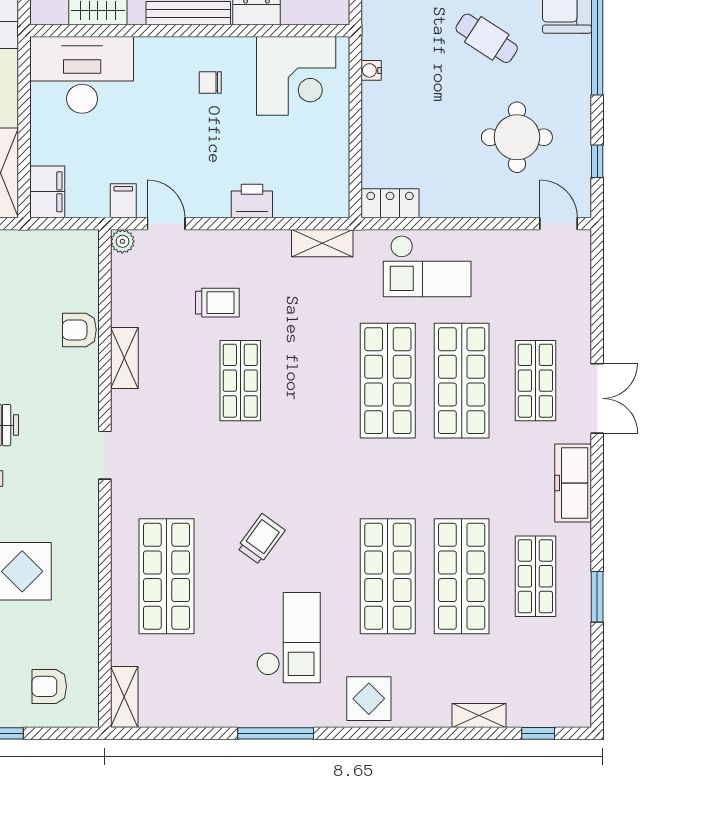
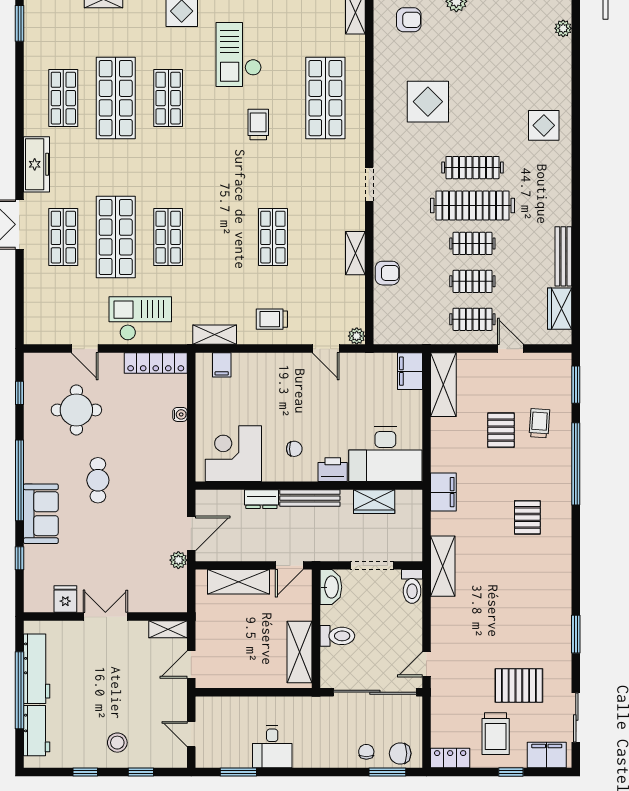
cafe table: (487, 38) -> (98, 480), turned 57
water cooler: (371, 70) -> (180, 414), moved
filing cabinet: (123, 201) -> (222, 365), moved
printer: (252, 201) -> (333, 470), moved, turned 180
locker: (390, 203) -> (156, 363), width x1.53
door: (559, 224) -> (85, 349), moved
trolley: (217, 303) -> (272, 319), moved
shop shelf: (388, 381) -> (168, 237), width x0.70, depth x0.74
trolley: (261, 539) -> (258, 124), turned 144
shop shelf: (388, 576) -> (168, 98), width x0.70, depth x0.74
window: (597, 597) -> (19, 23), moved

